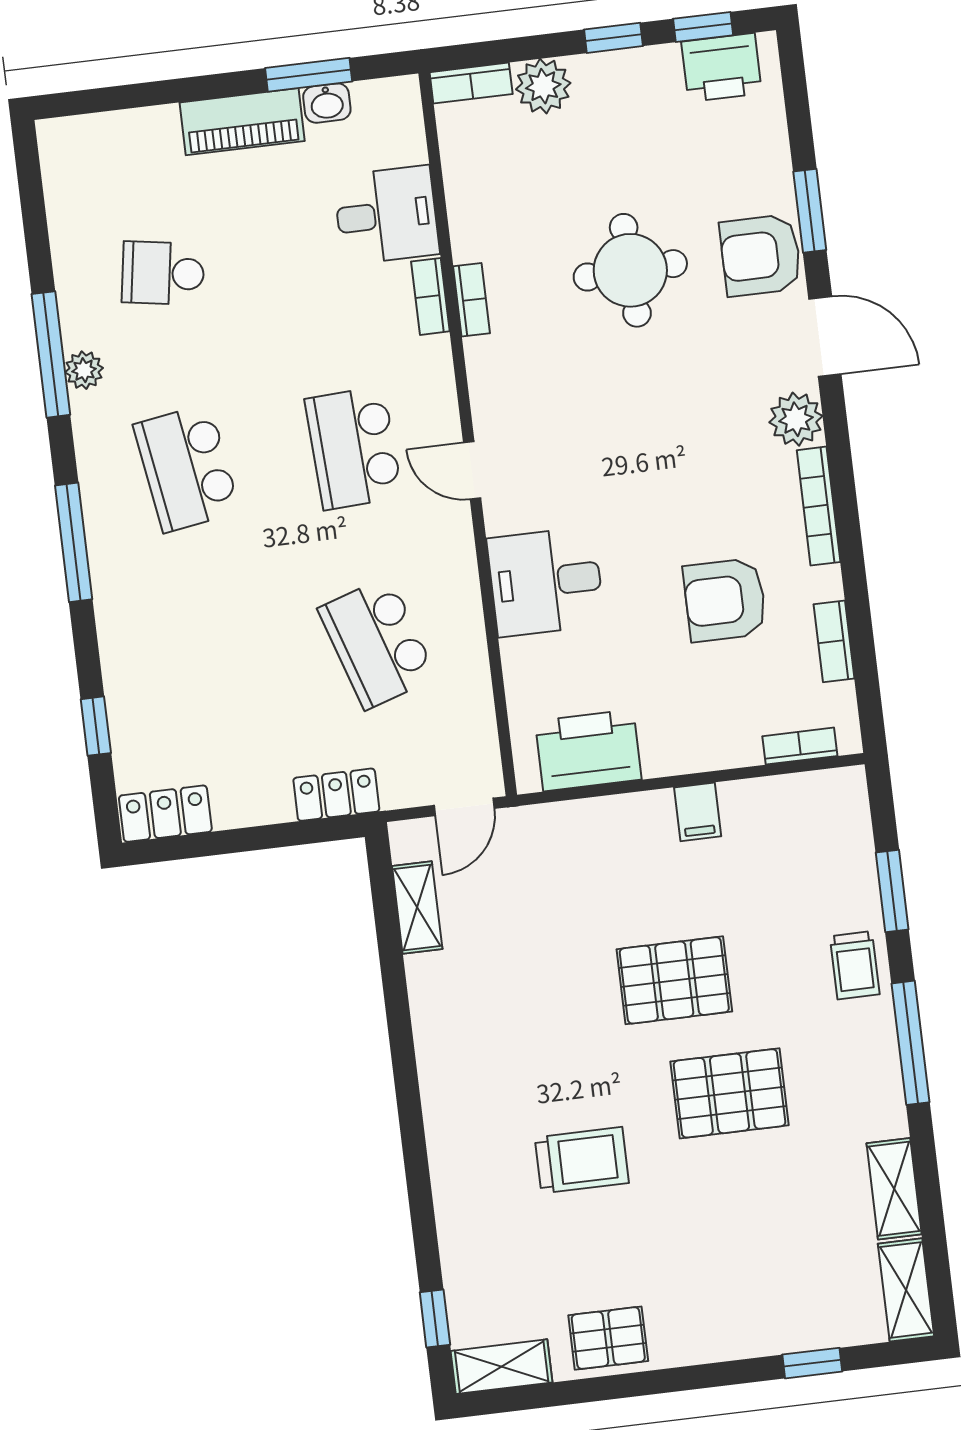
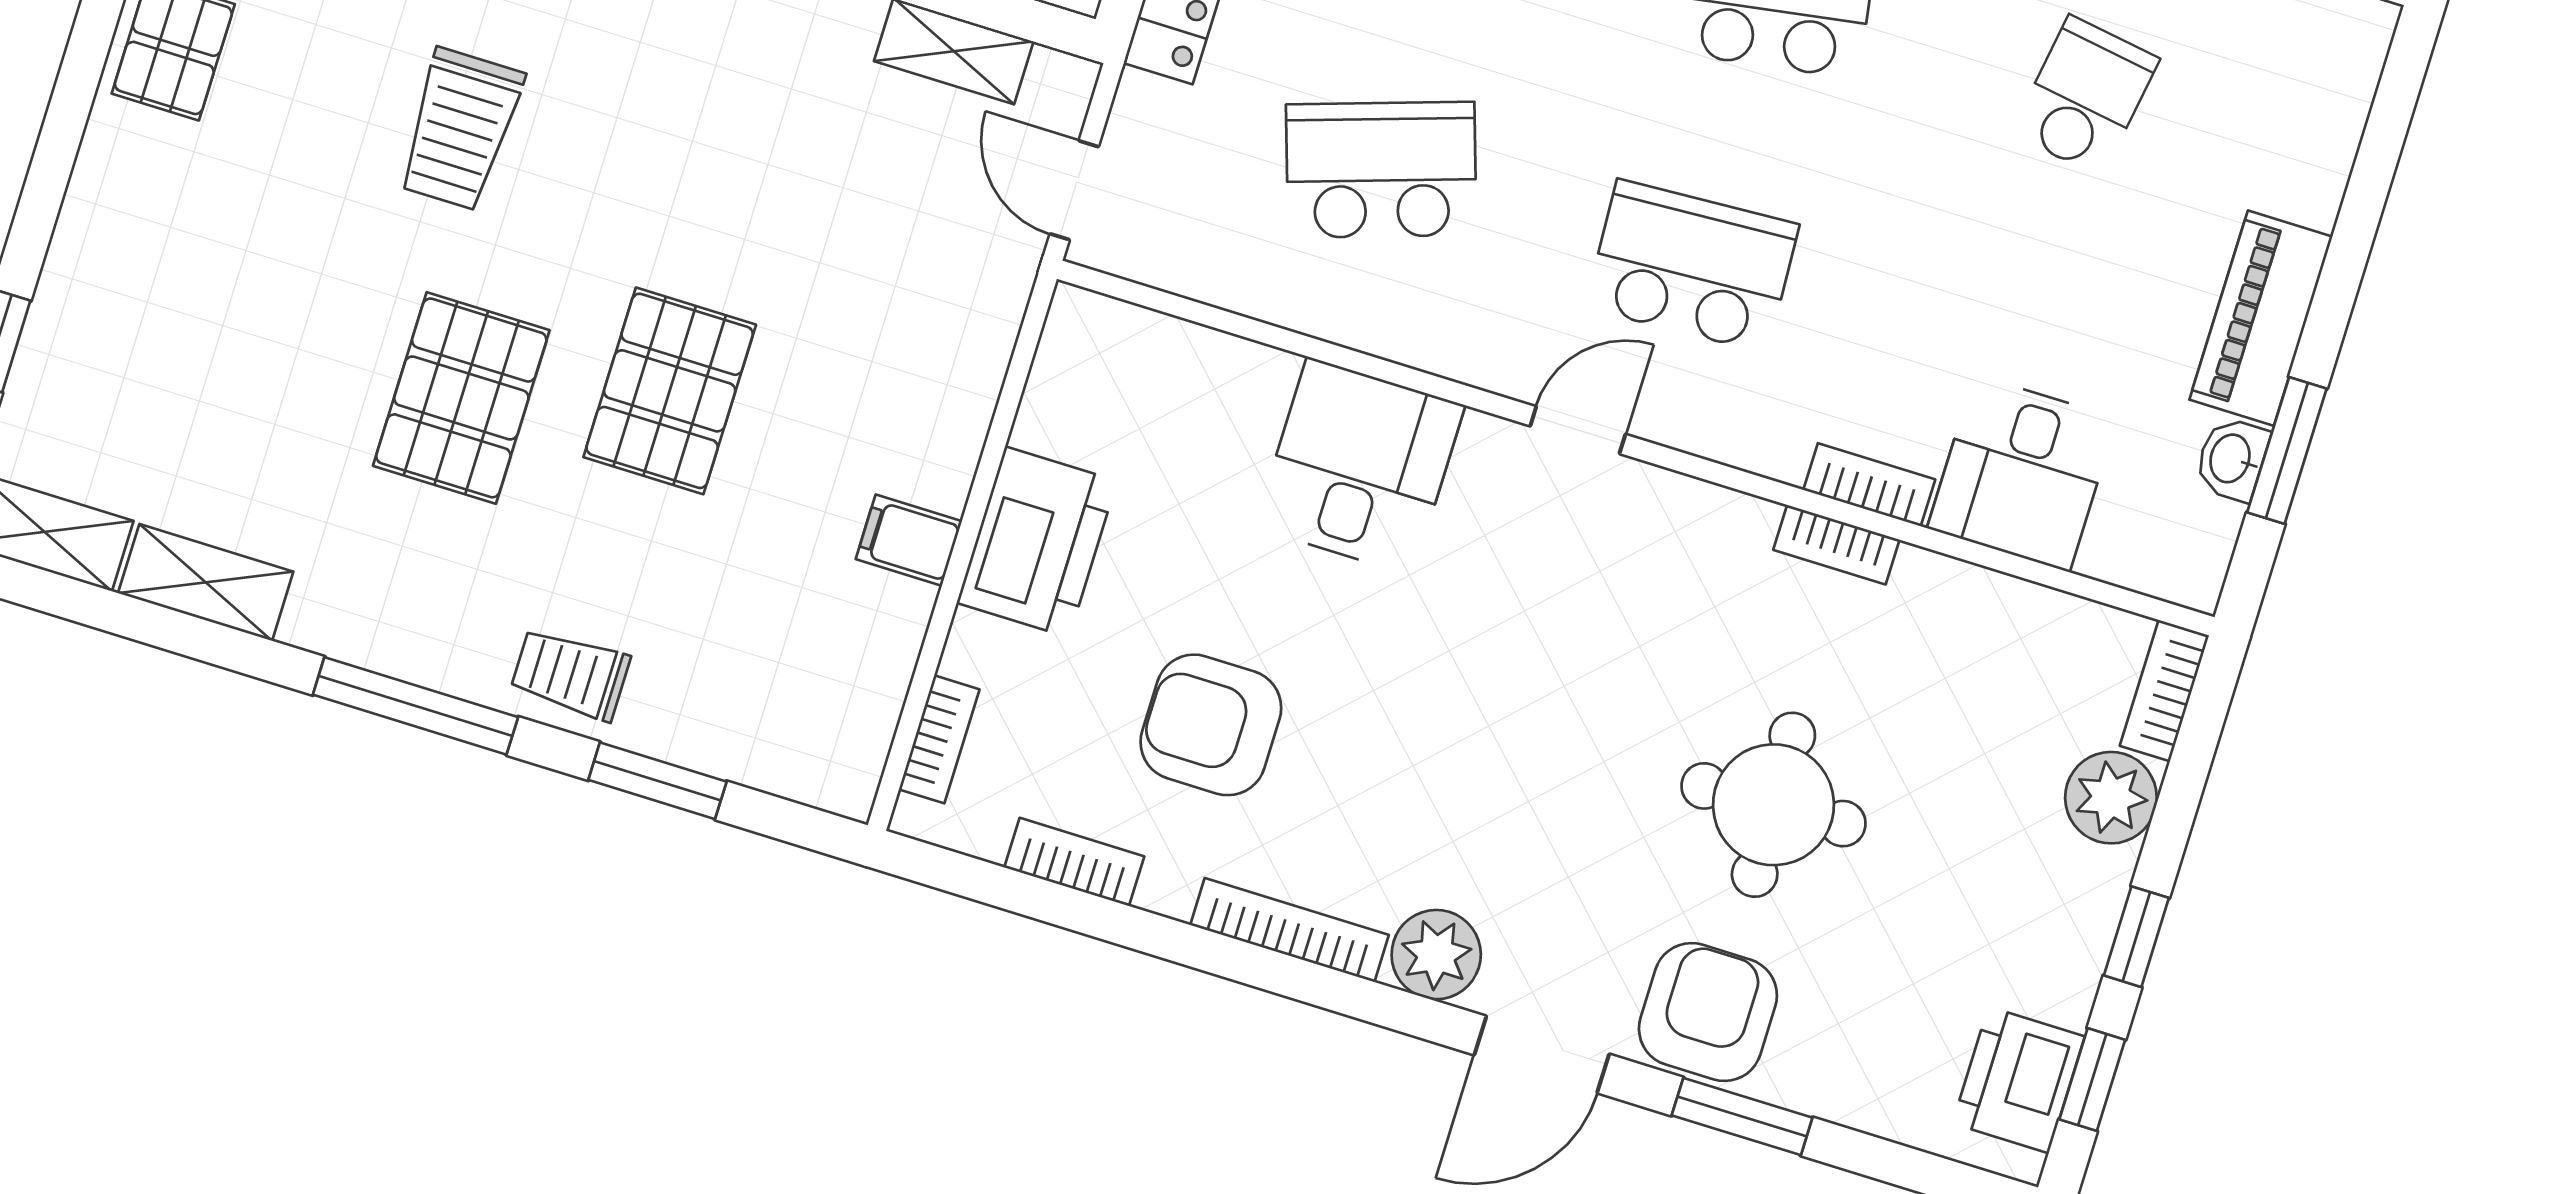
armchair: (725, 600) -> (1211, 725), turned -90
printer: (588, 750) -> (1037, 542), moved

